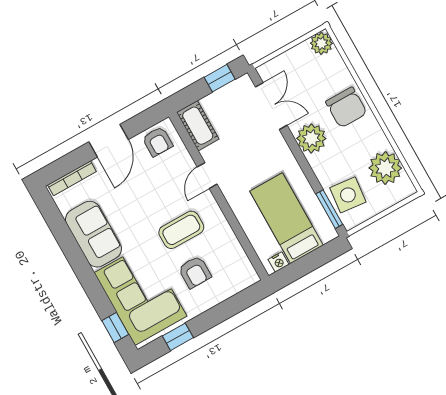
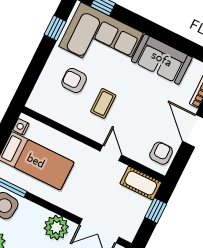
window: (220, 78) -> (156, 210), moved
armchair: (157, 142) -> (161, 153), turned 90
coffee table: (181, 230) -> (103, 103), width x0.73, depth x0.77

